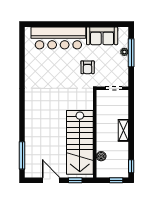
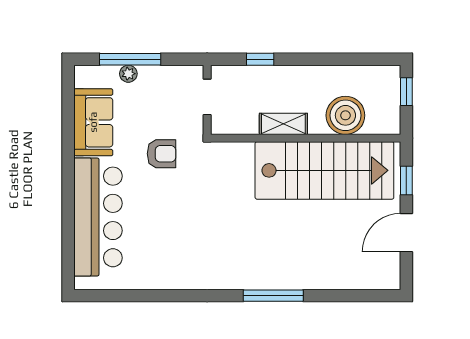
shelving: (123, 130) -> (283, 124), moved
window: (22, 155) -> (273, 296), moved
boiler: (101, 156) -> (345, 115), width x1.86, depth x1.86
window: (131, 166) -> (260, 59), moved

